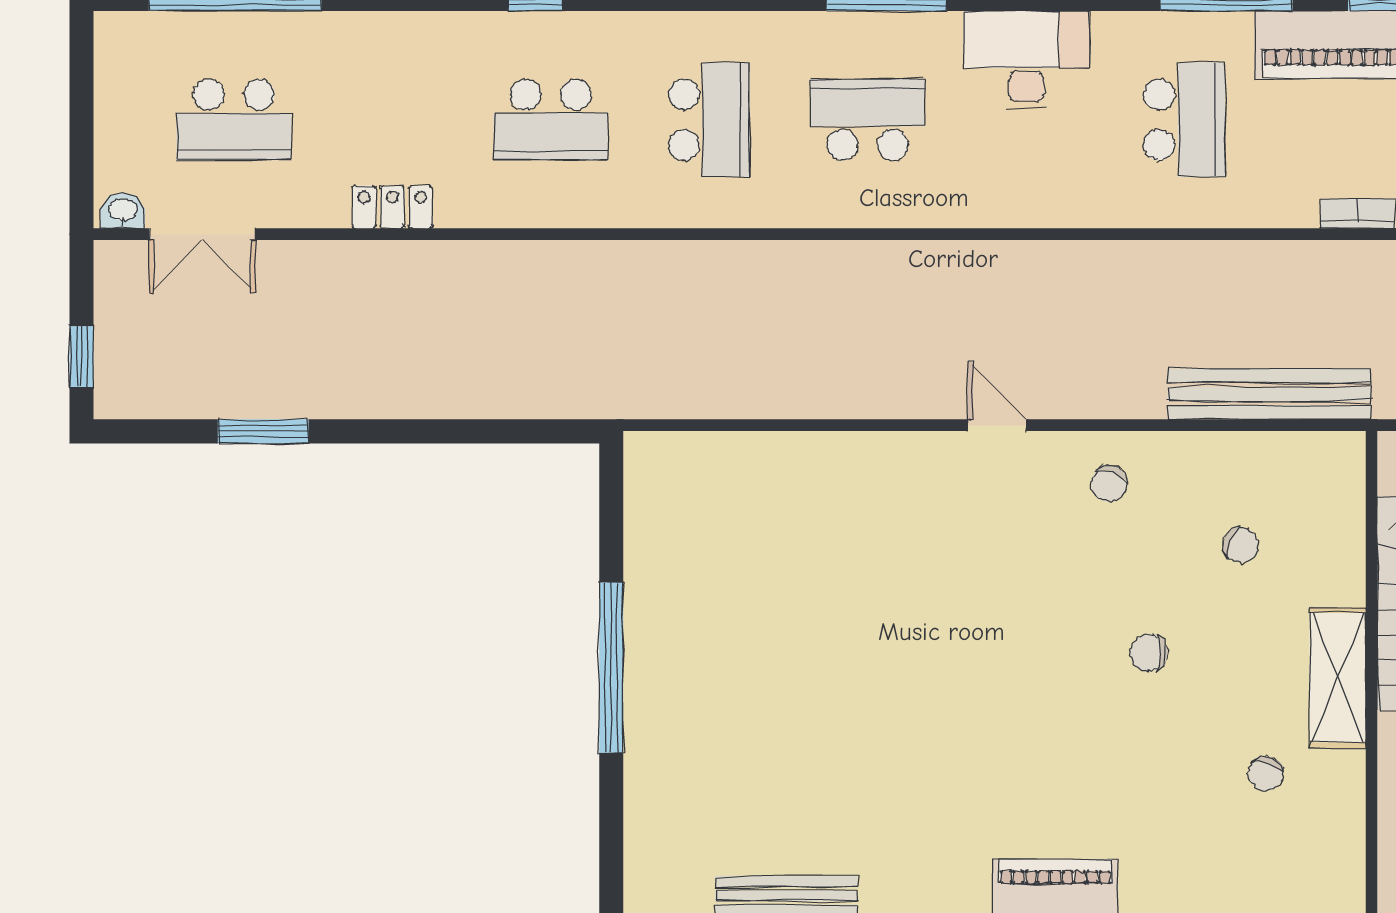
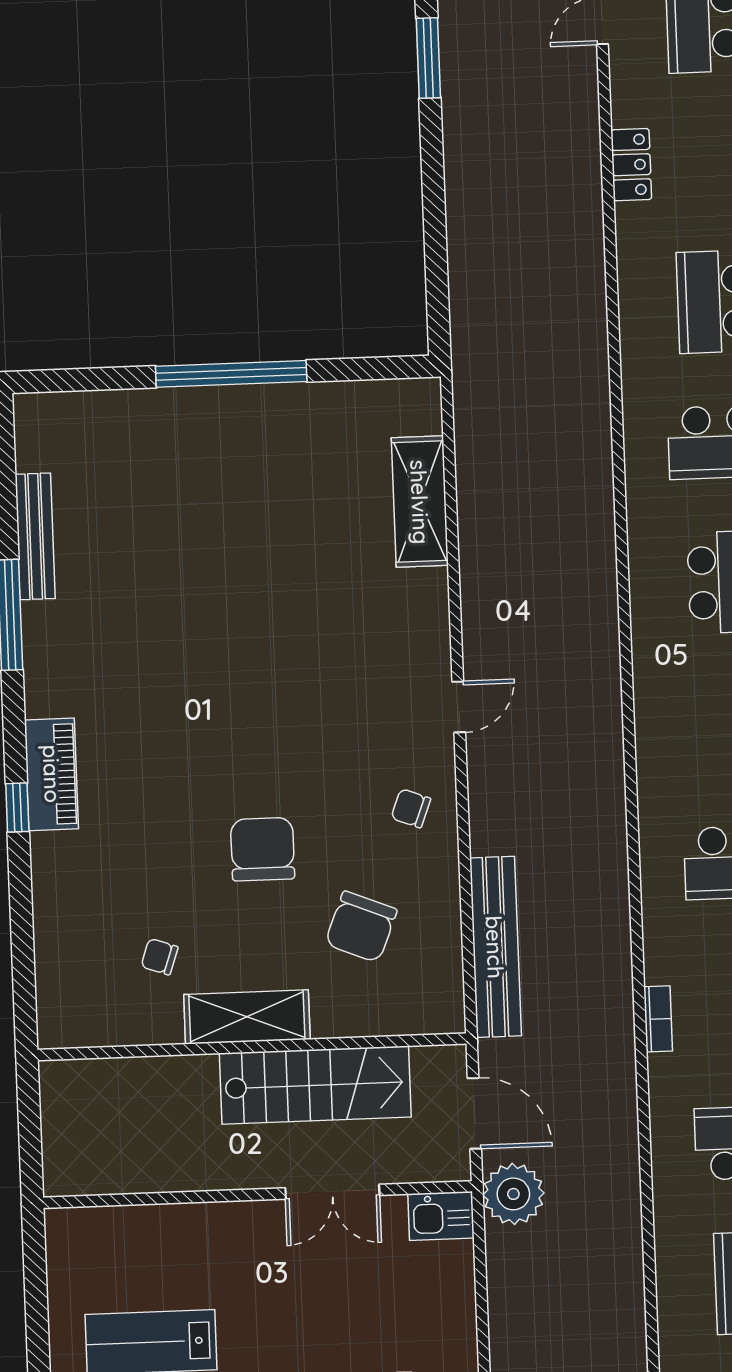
shelving: (763, 460) -> (420, 502), added
chair: (1241, 545) -> (361, 927), width x1.87, depth x1.87
chair: (1149, 653) -> (263, 849), width x1.87, depth x1.87

